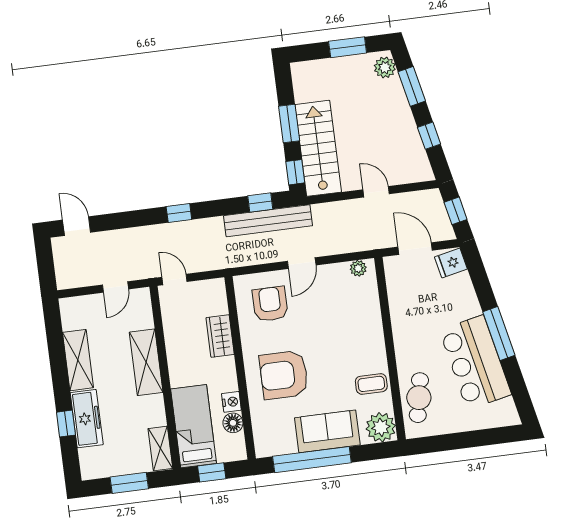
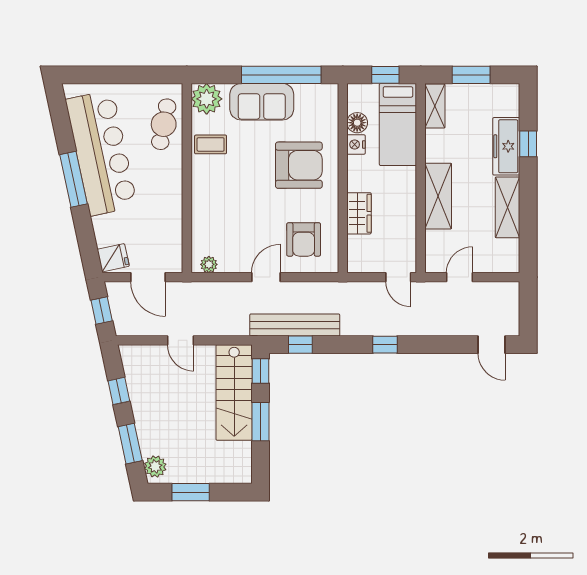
bar counter: (475, 362) -> (101, 153), width x1.36

